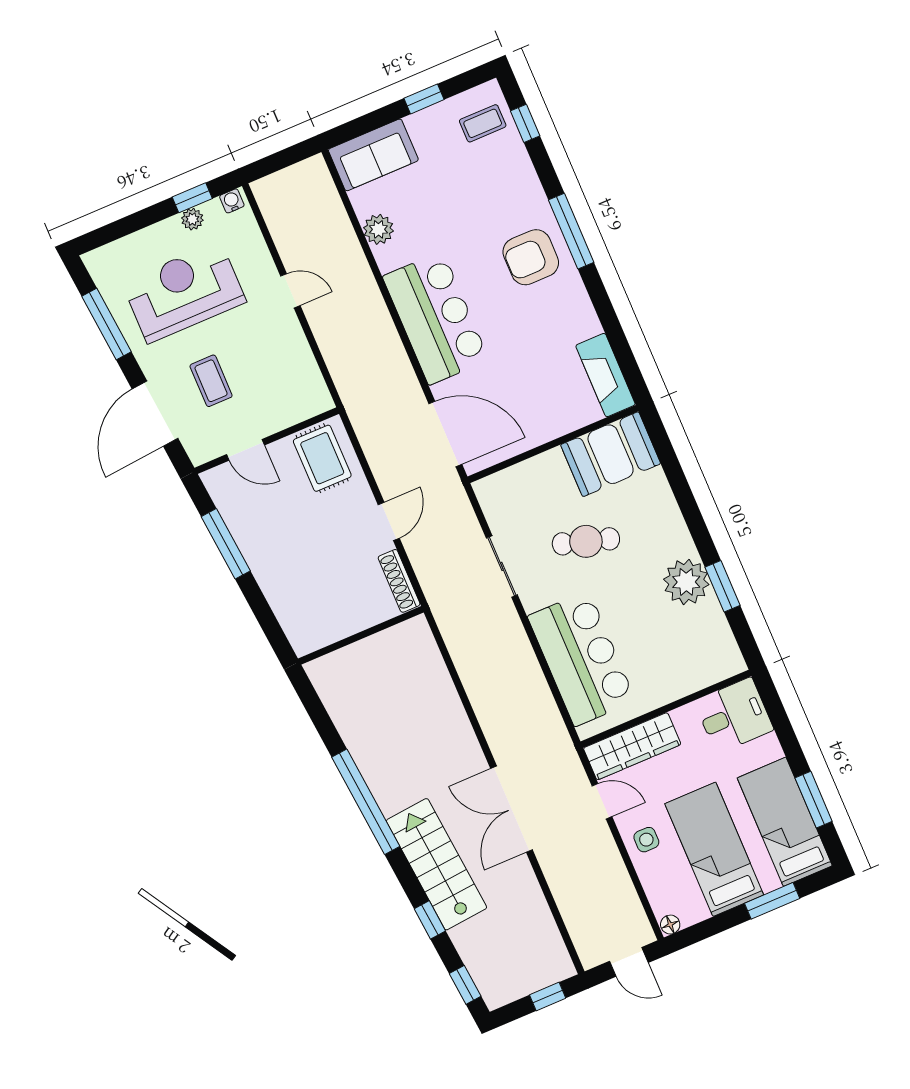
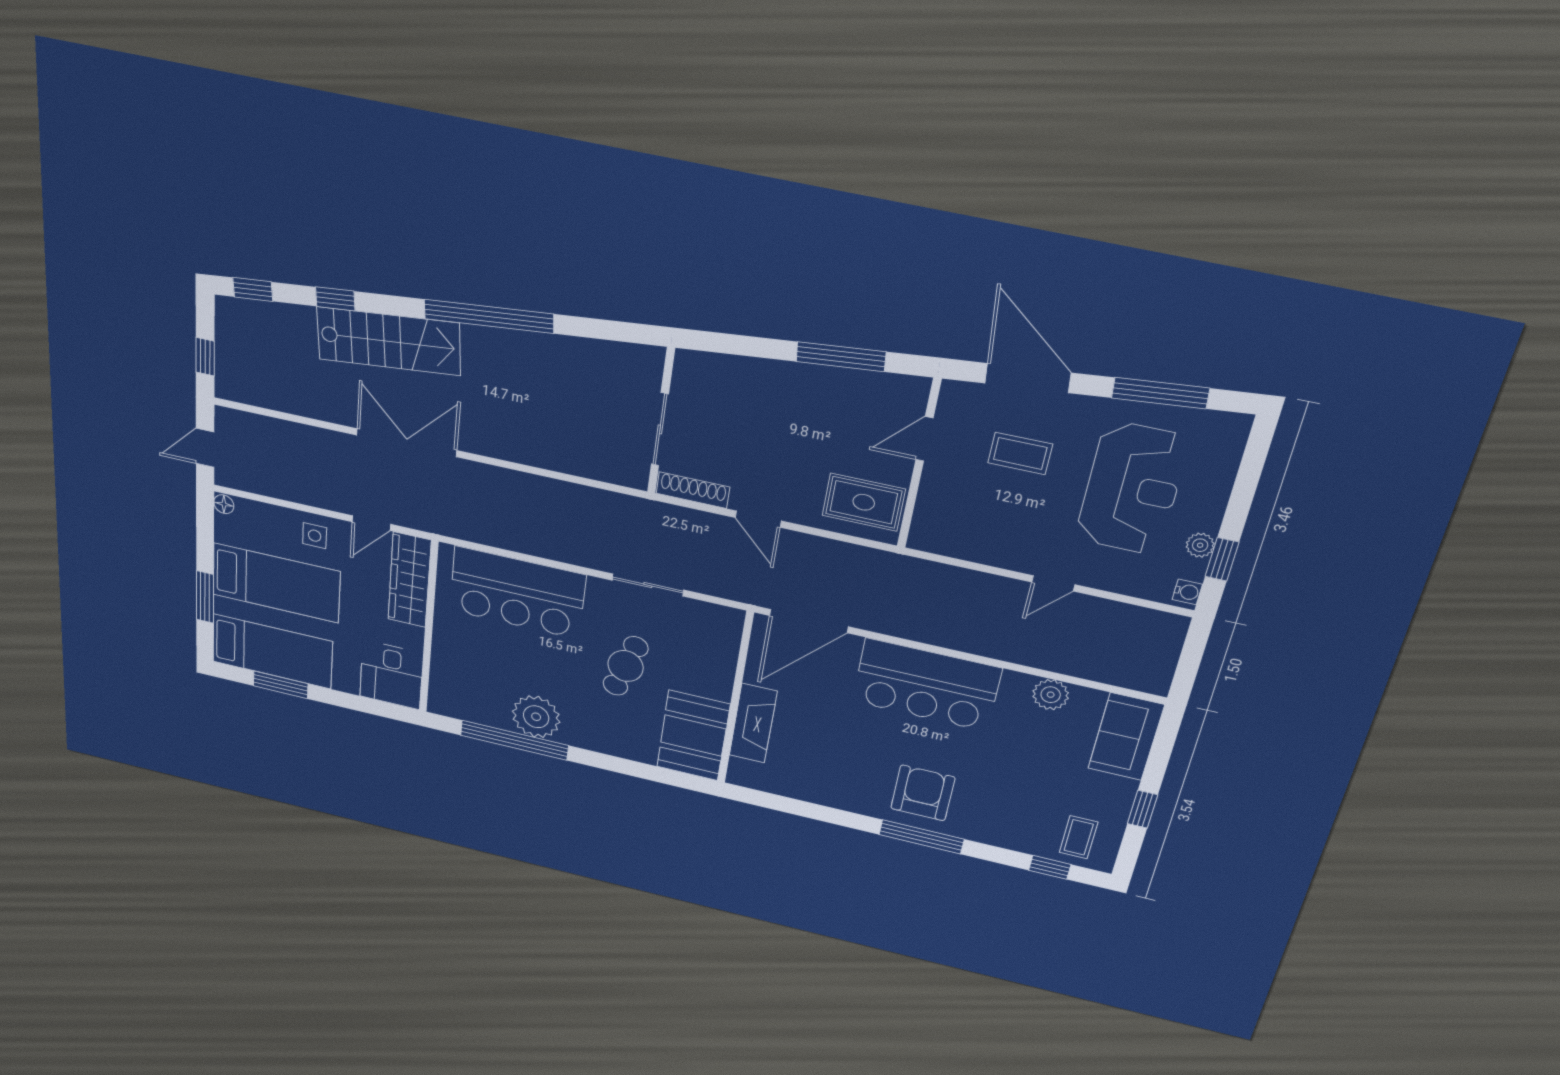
fireplace: (606, 375) -> (753, 723), moved, turned 90
window: (723, 586) -> (514, 740), width x2.11
sliding door: (368, 632) -> (660, 429), added

